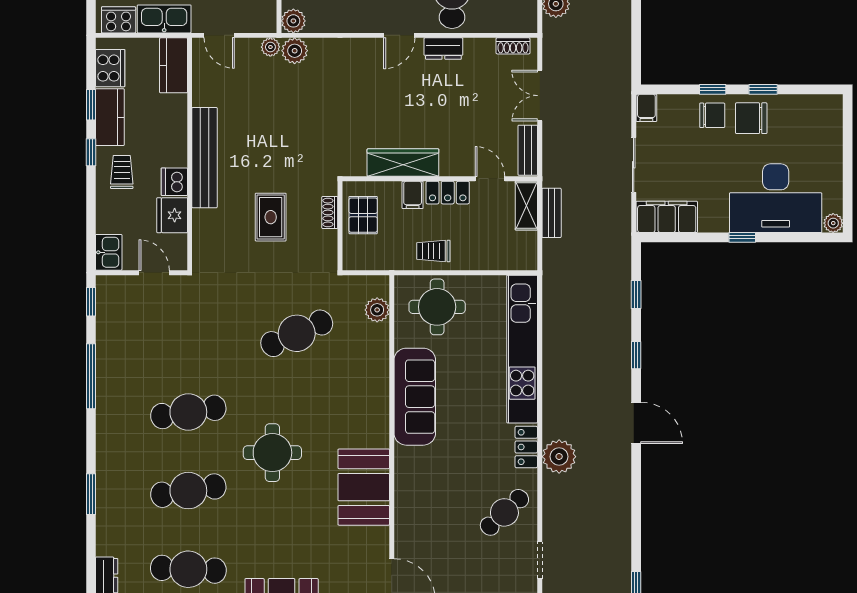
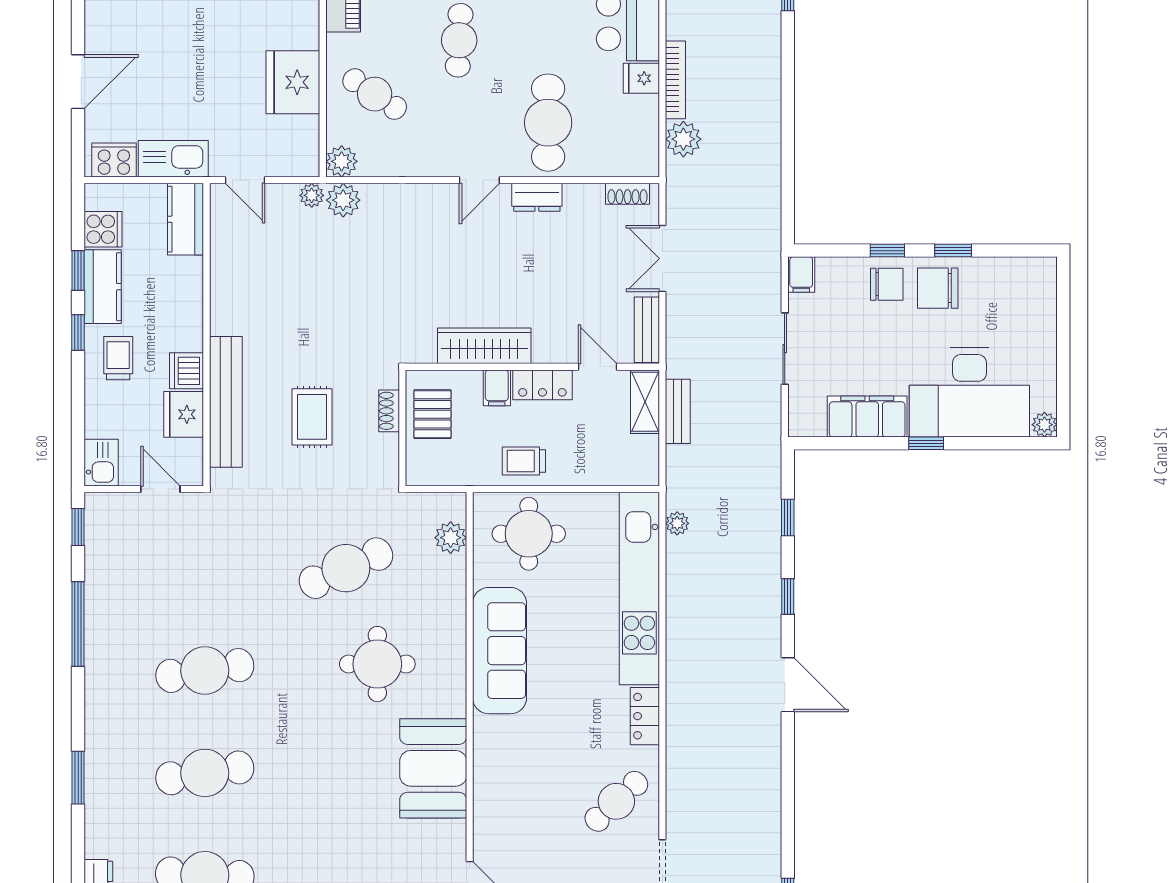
cooker: (110, 68) -> (103, 229), width x0.73
bench: (205, 158) -> (226, 402), moved
filing cabinet: (667, 217) -> (867, 417), moved
round table: (272, 453) -> (377, 664), moved
plant: (559, 457) -> (677, 523), moved, width x0.53, depth x0.53

